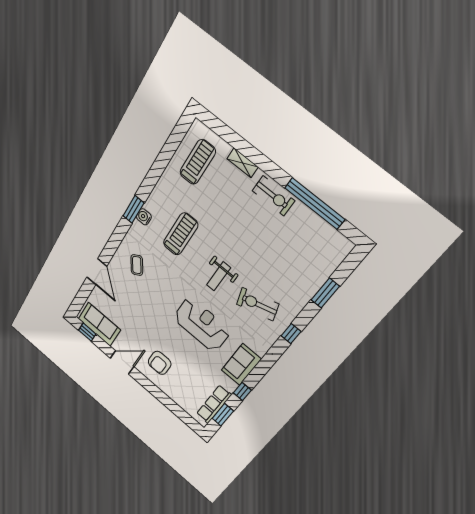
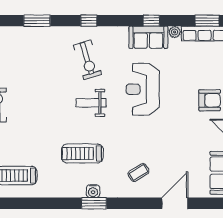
weight bench: (219, 276) -> (91, 103), turned 180
plant: (231, 386) -> (175, 32), added
window: (242, 392) -> (151, 21), moved

